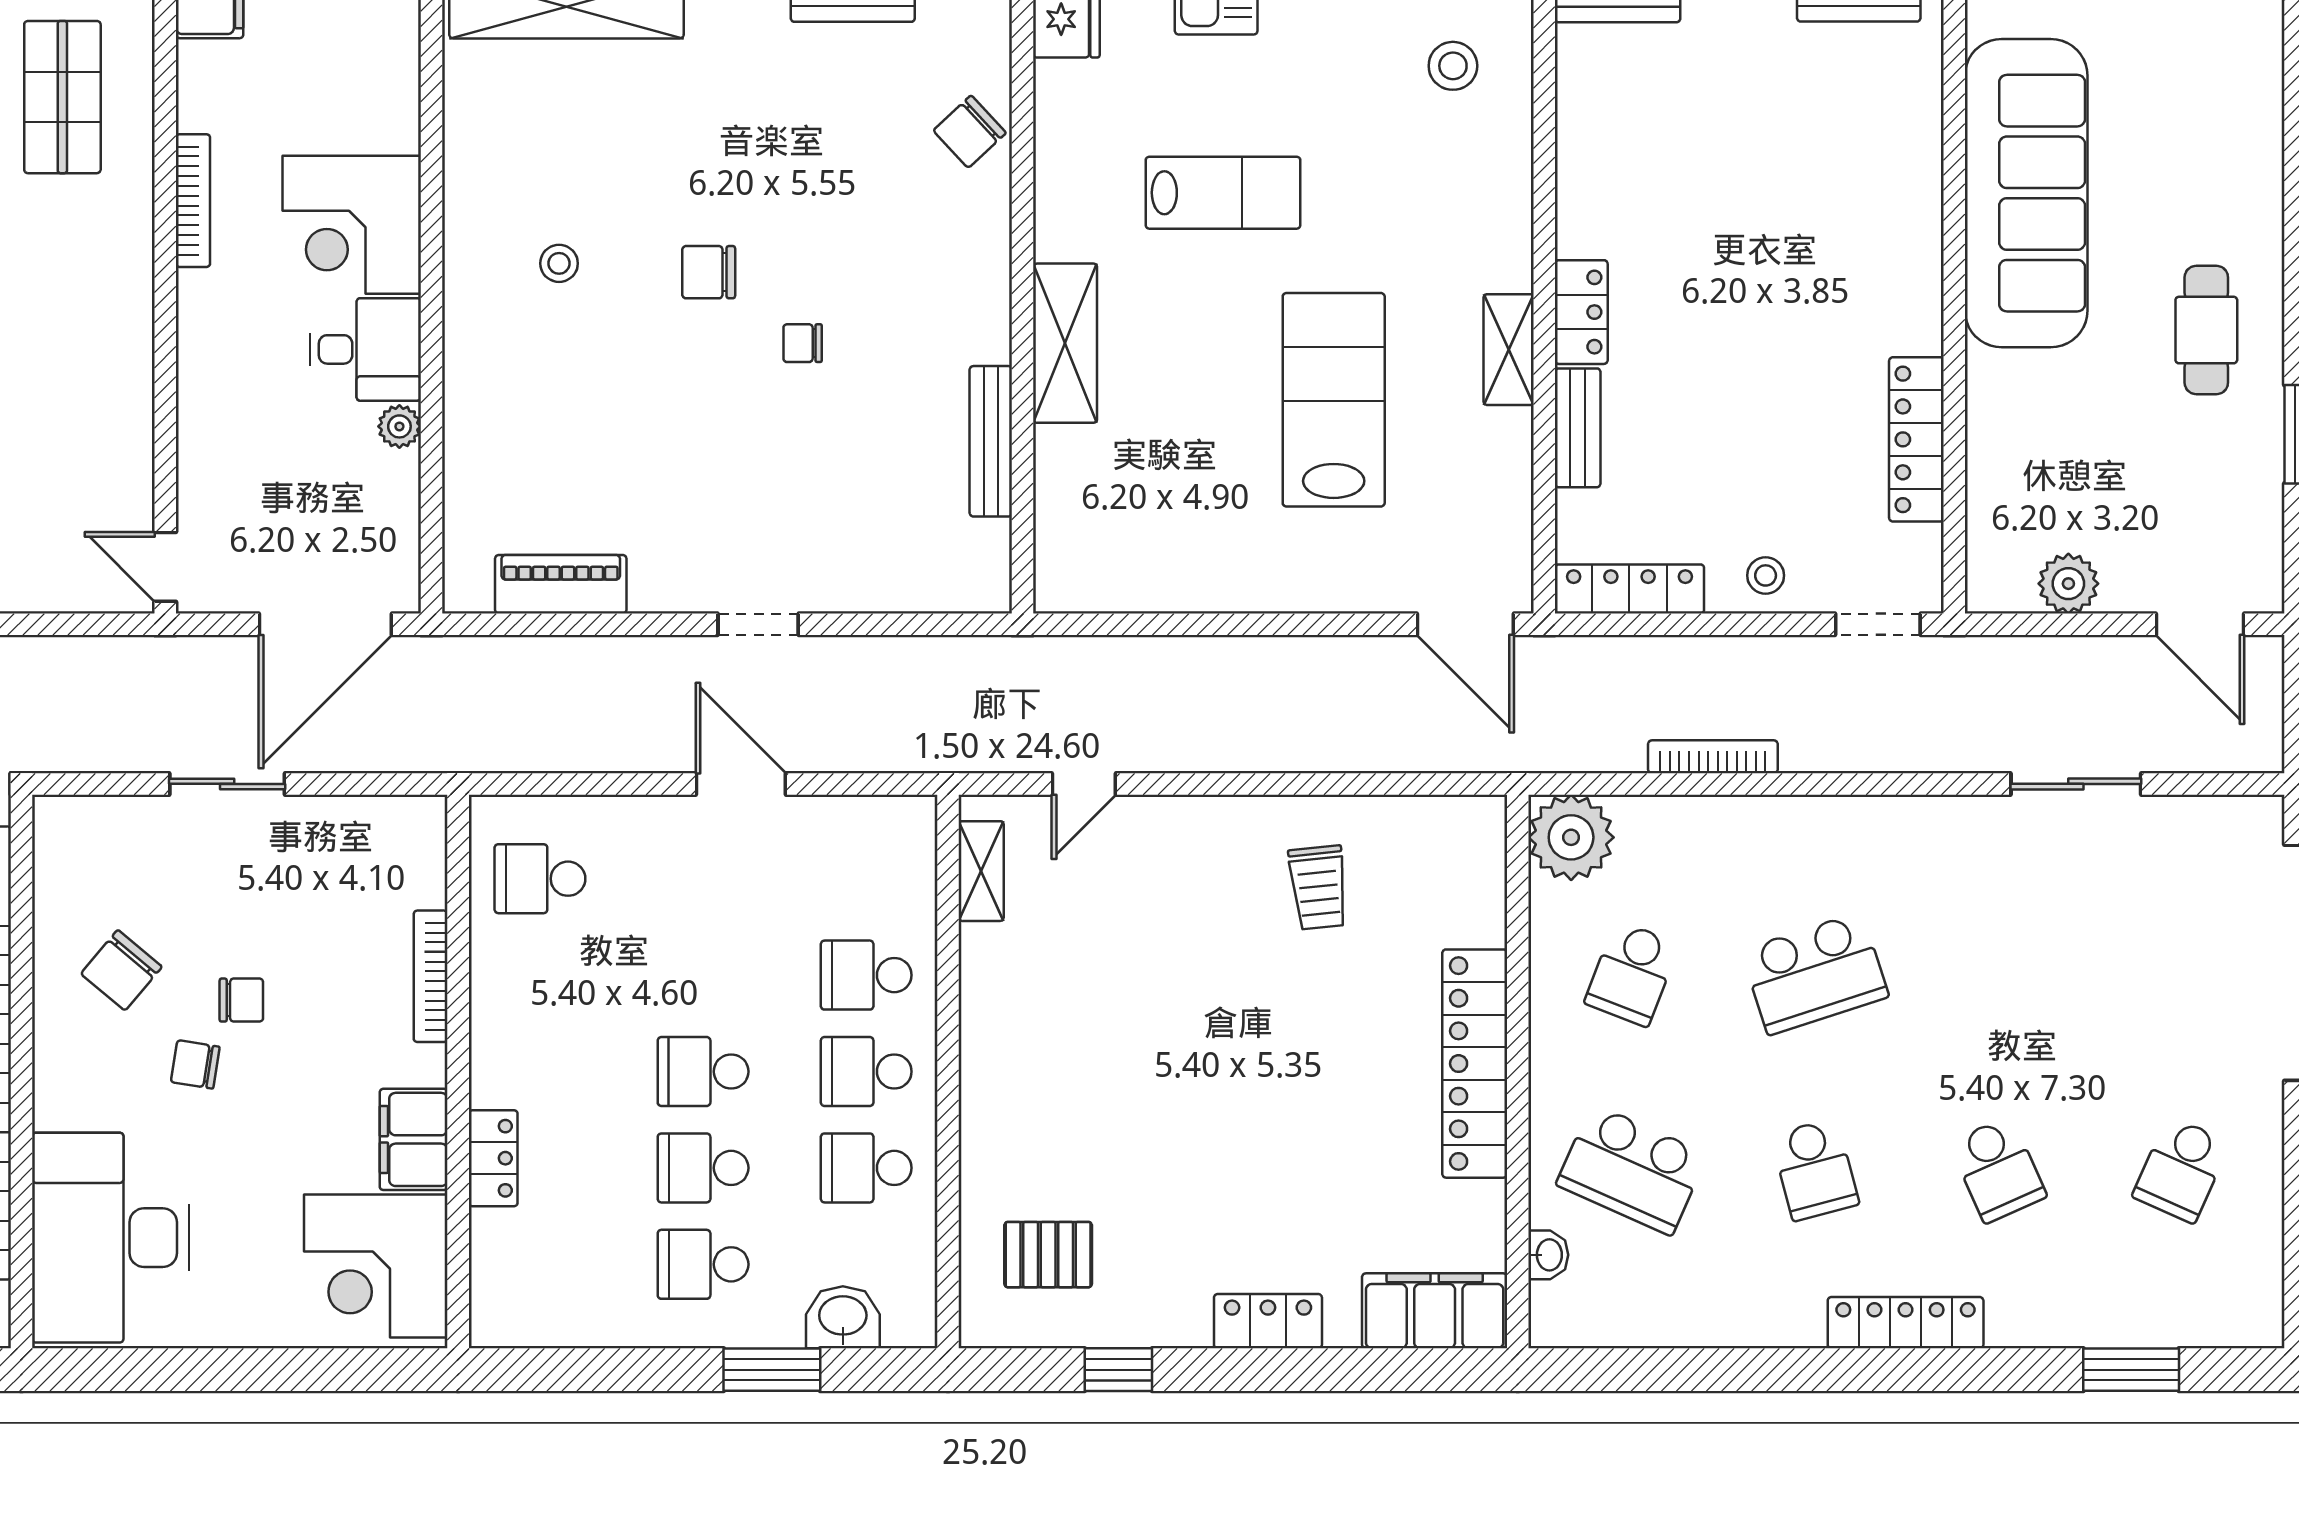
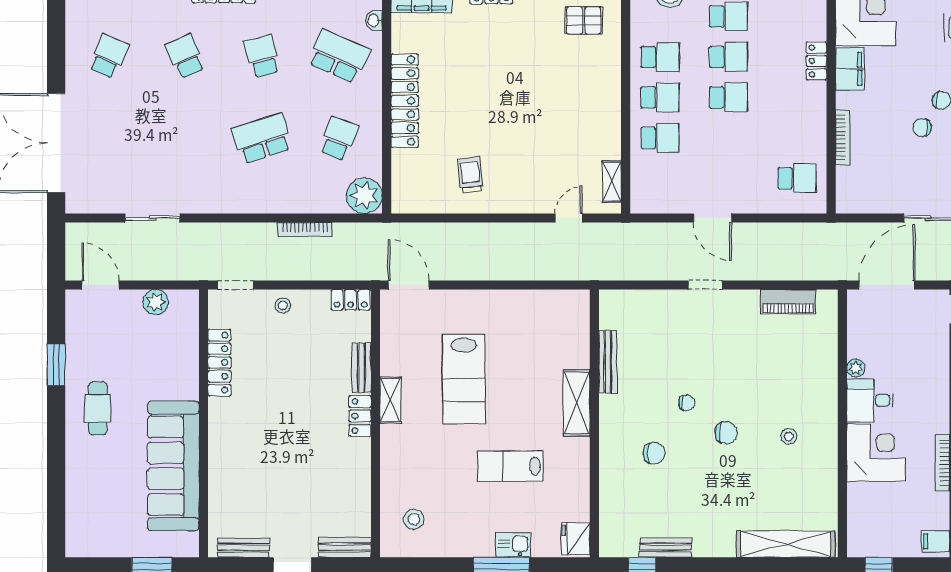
chair: (970, 132) -> (654, 453), moved, turned 43
locker: (1629, 589) -> (351, 300), width x0.66

